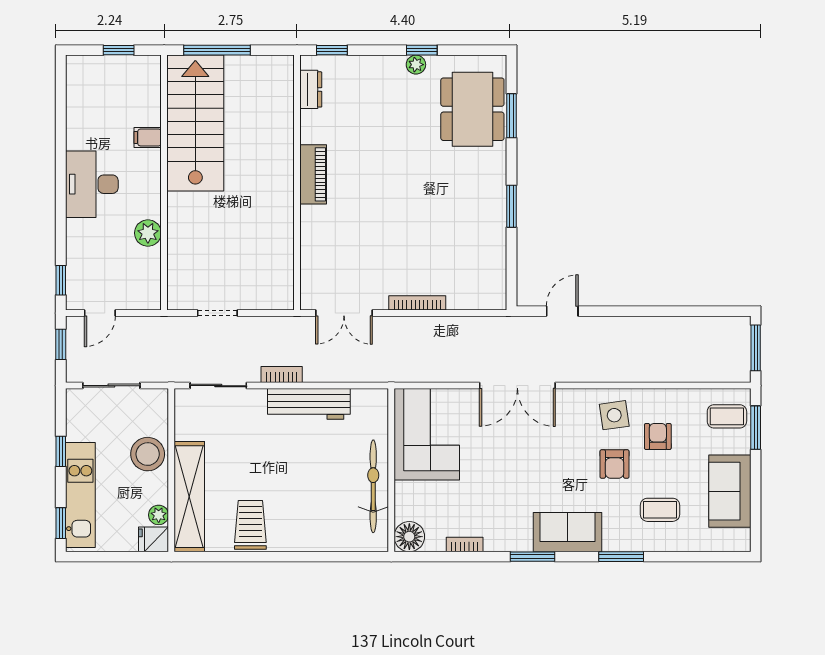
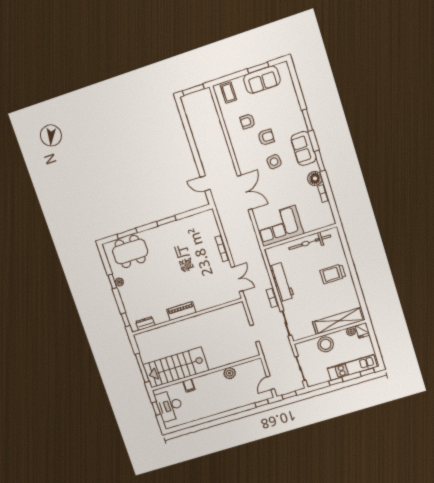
desk: (92, 184) -> (170, 406), moved, turned 90
door: (100, 313) -> (271, 383), swing flipped
side table: (614, 415) -> (274, 162), moved
window: (756, 428) -> (258, 68), moved
coffee table: (660, 510) -> (280, 109), removed
trolley: (250, 525) -> (333, 274), moved
floor lamp: (409, 537) -> (315, 178), moved

